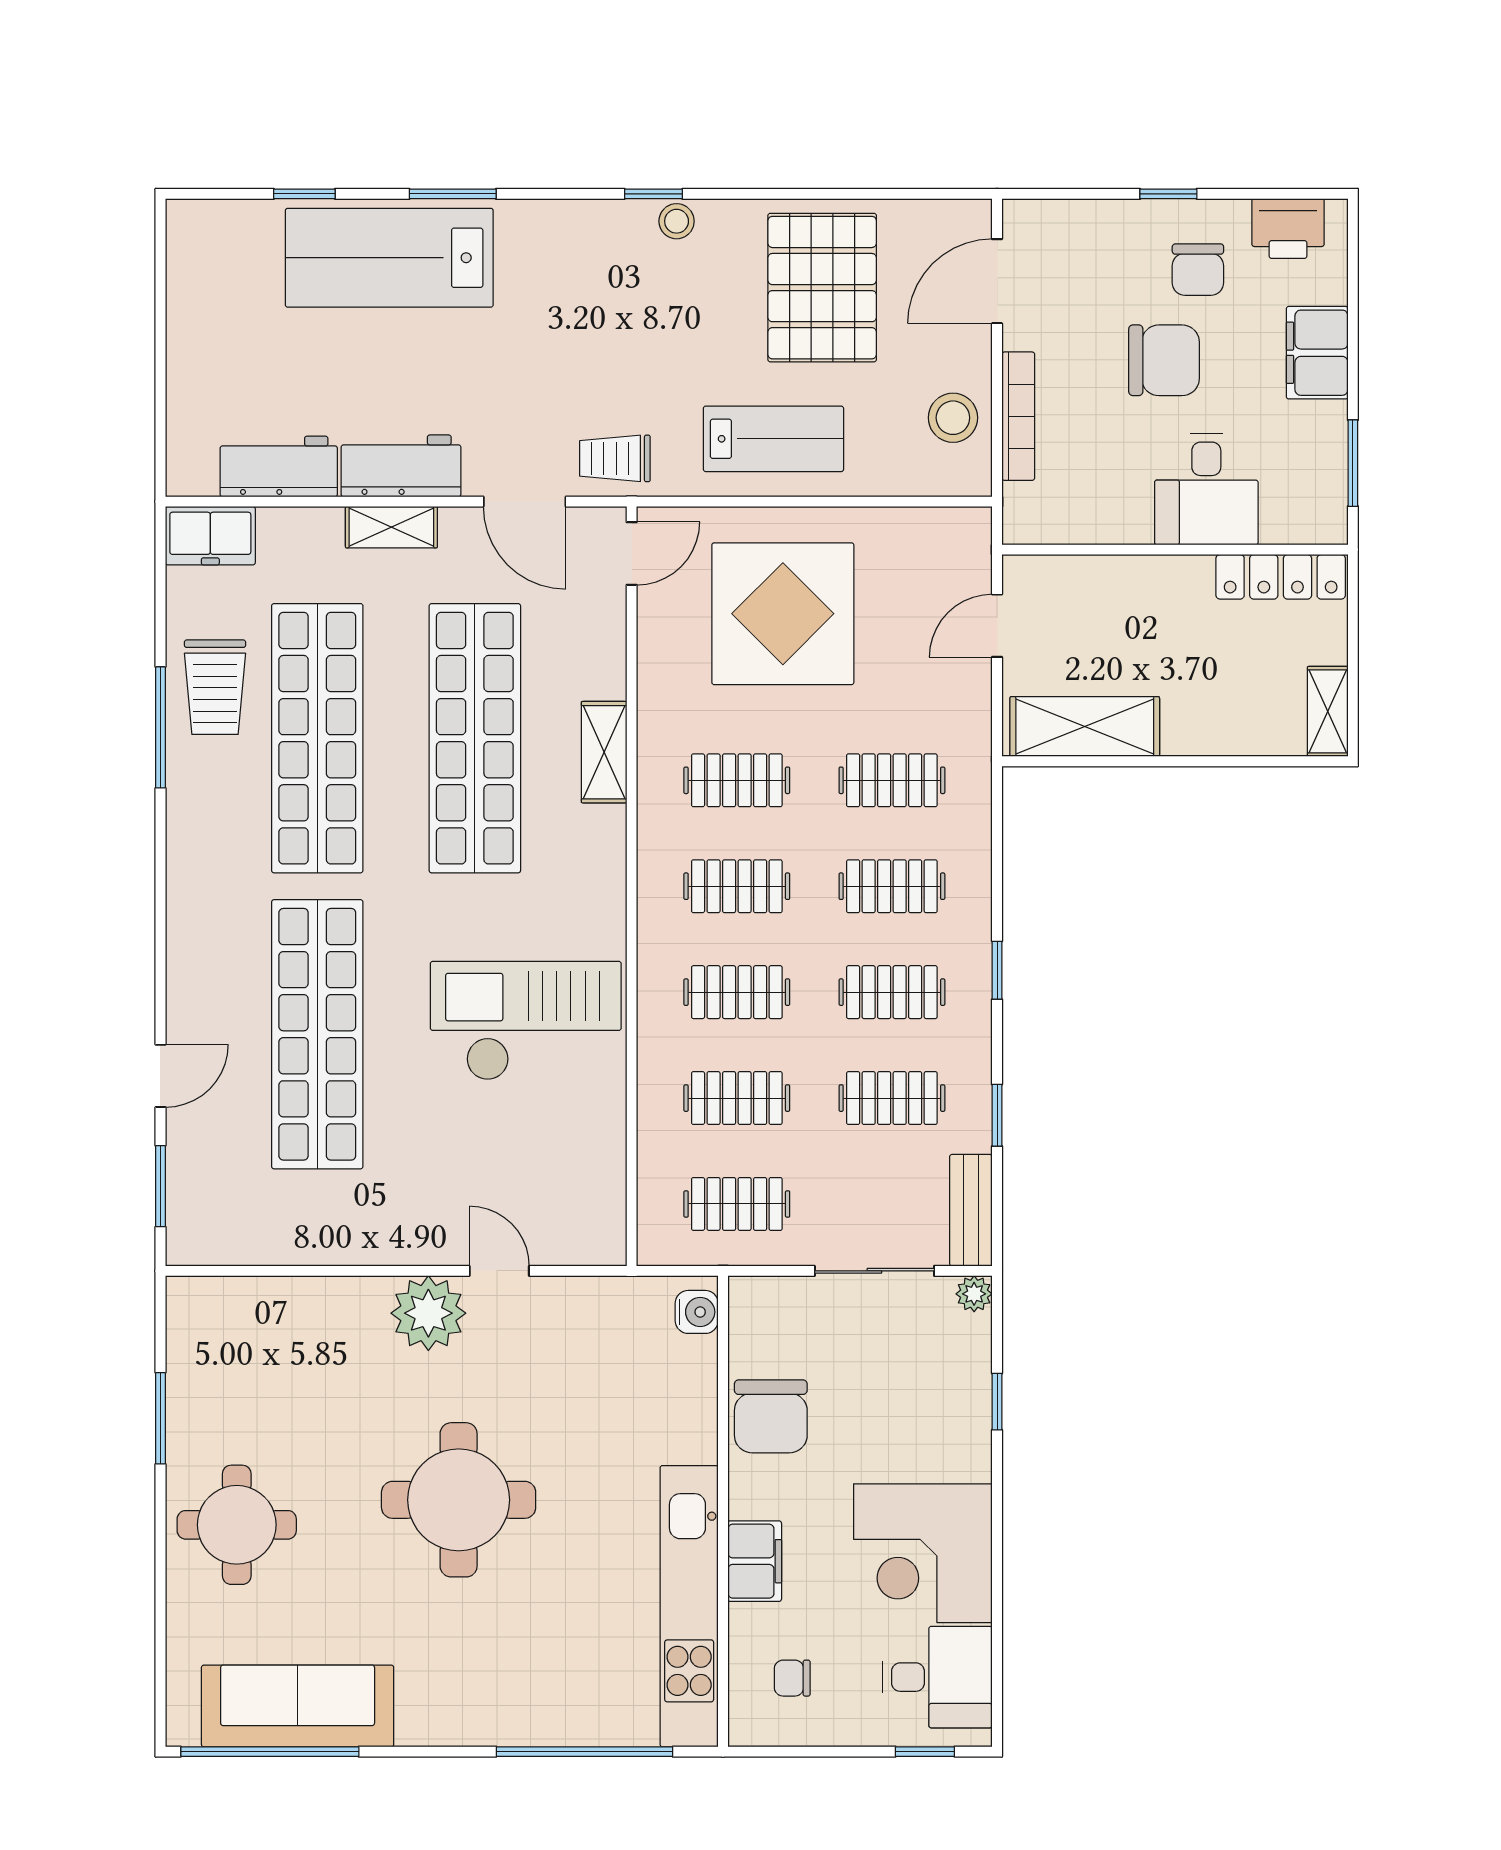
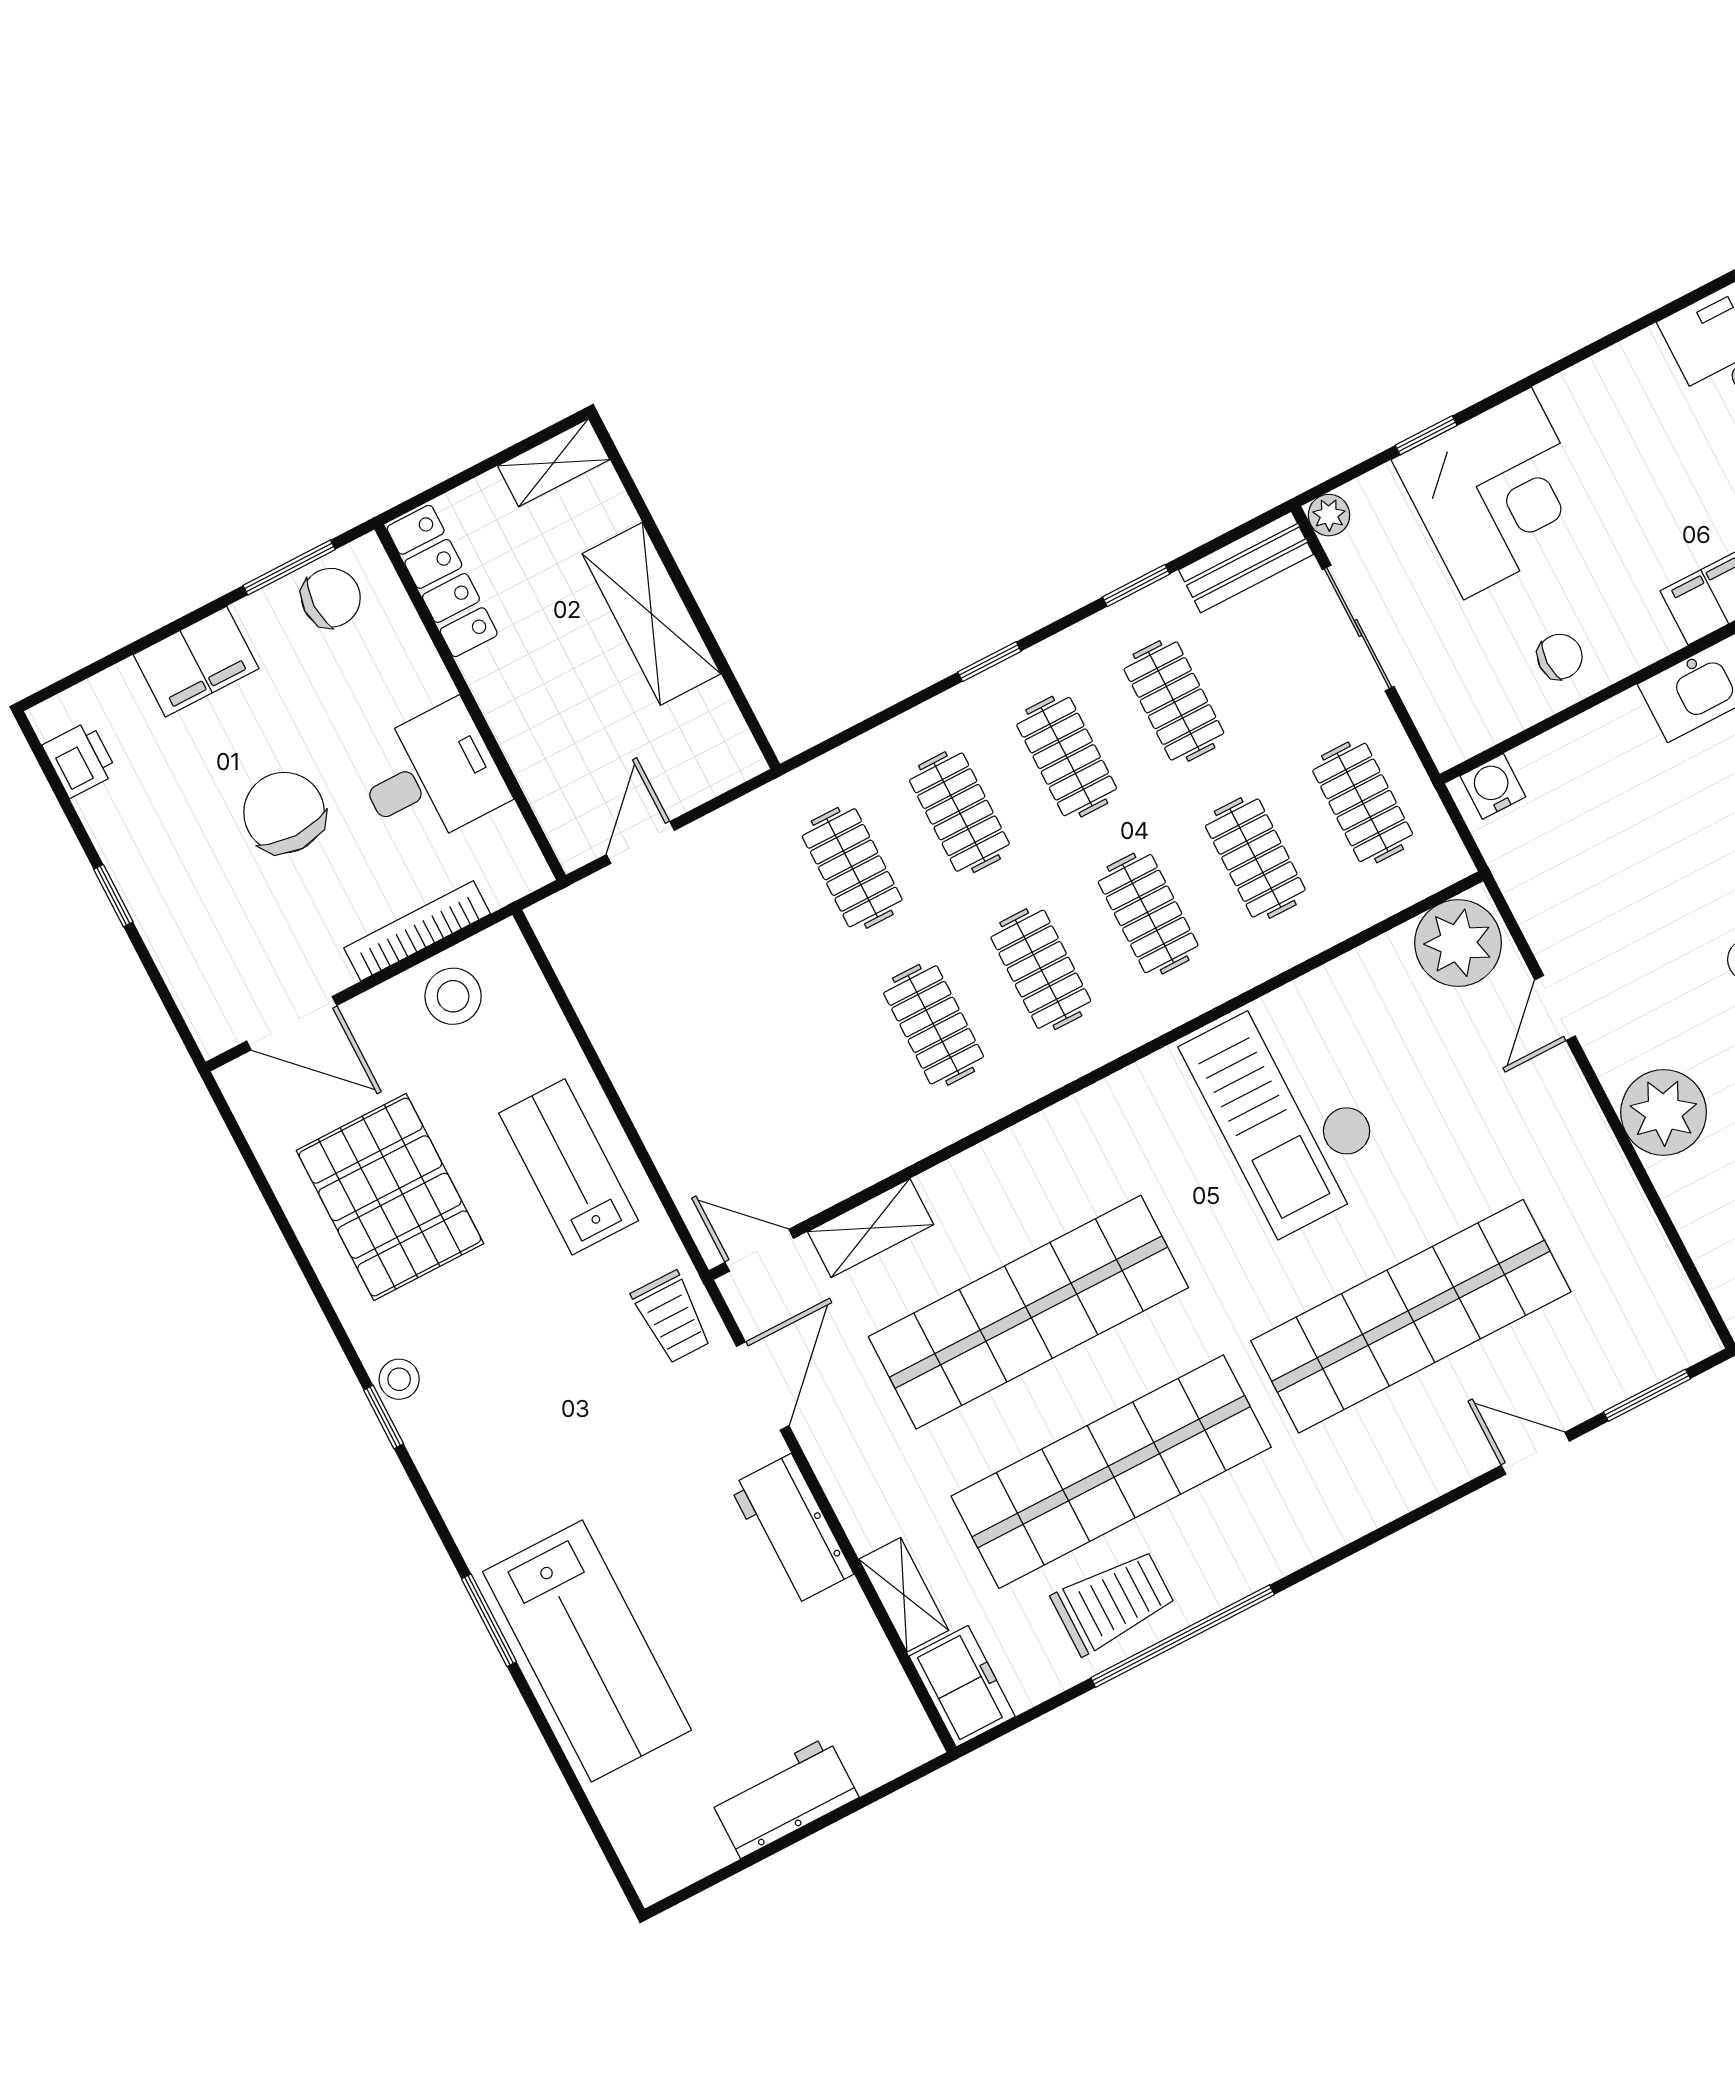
window: (304, 194) -> (567, 1770), removed
printer: (1288, 229) -> (80, 759), width x0.73, depth x0.81
chair: (1198, 270) -> (331, 598), moved
pallet: (822, 288) -> (390, 1197), turned 90
workbench: (279, 466) -> (784, 1797), moved, turned 90
desk: (1206, 489) -> (430, 776), moved
shelving: (391, 527) -> (904, 1595), moved
display table: (783, 614) -> (741, 1066), removed
door: (997, 626) -> (640, 842), swing flipped
shelving: (1085, 726) -> (651, 614), moved
window: (160, 727) -> (1183, 1636), width x1.46
shelving: (604, 752) -> (871, 1228), moved
plant: (589, 1222) -> (1458, 943), added
plant: (428, 1313) -> (1664, 1112), moved
chair: (771, 1416) -> (1560, 657), width x0.54, depth x0.54
corner desk: (923, 1553) -> (1498, 493), moved

